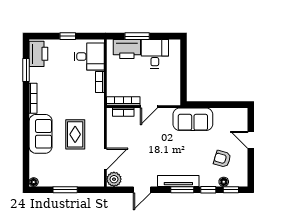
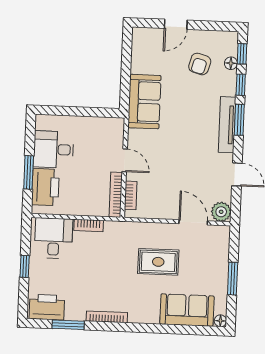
sofa: (41, 134) -> (187, 310), moved

